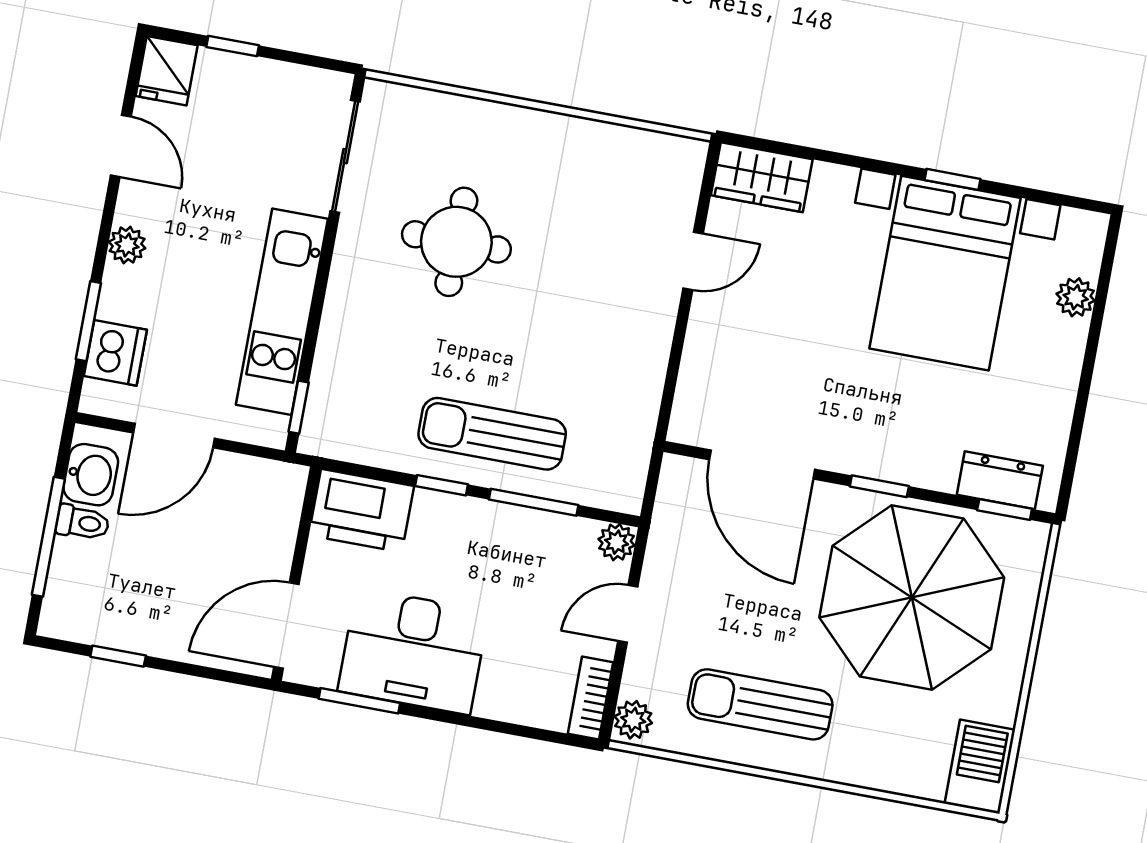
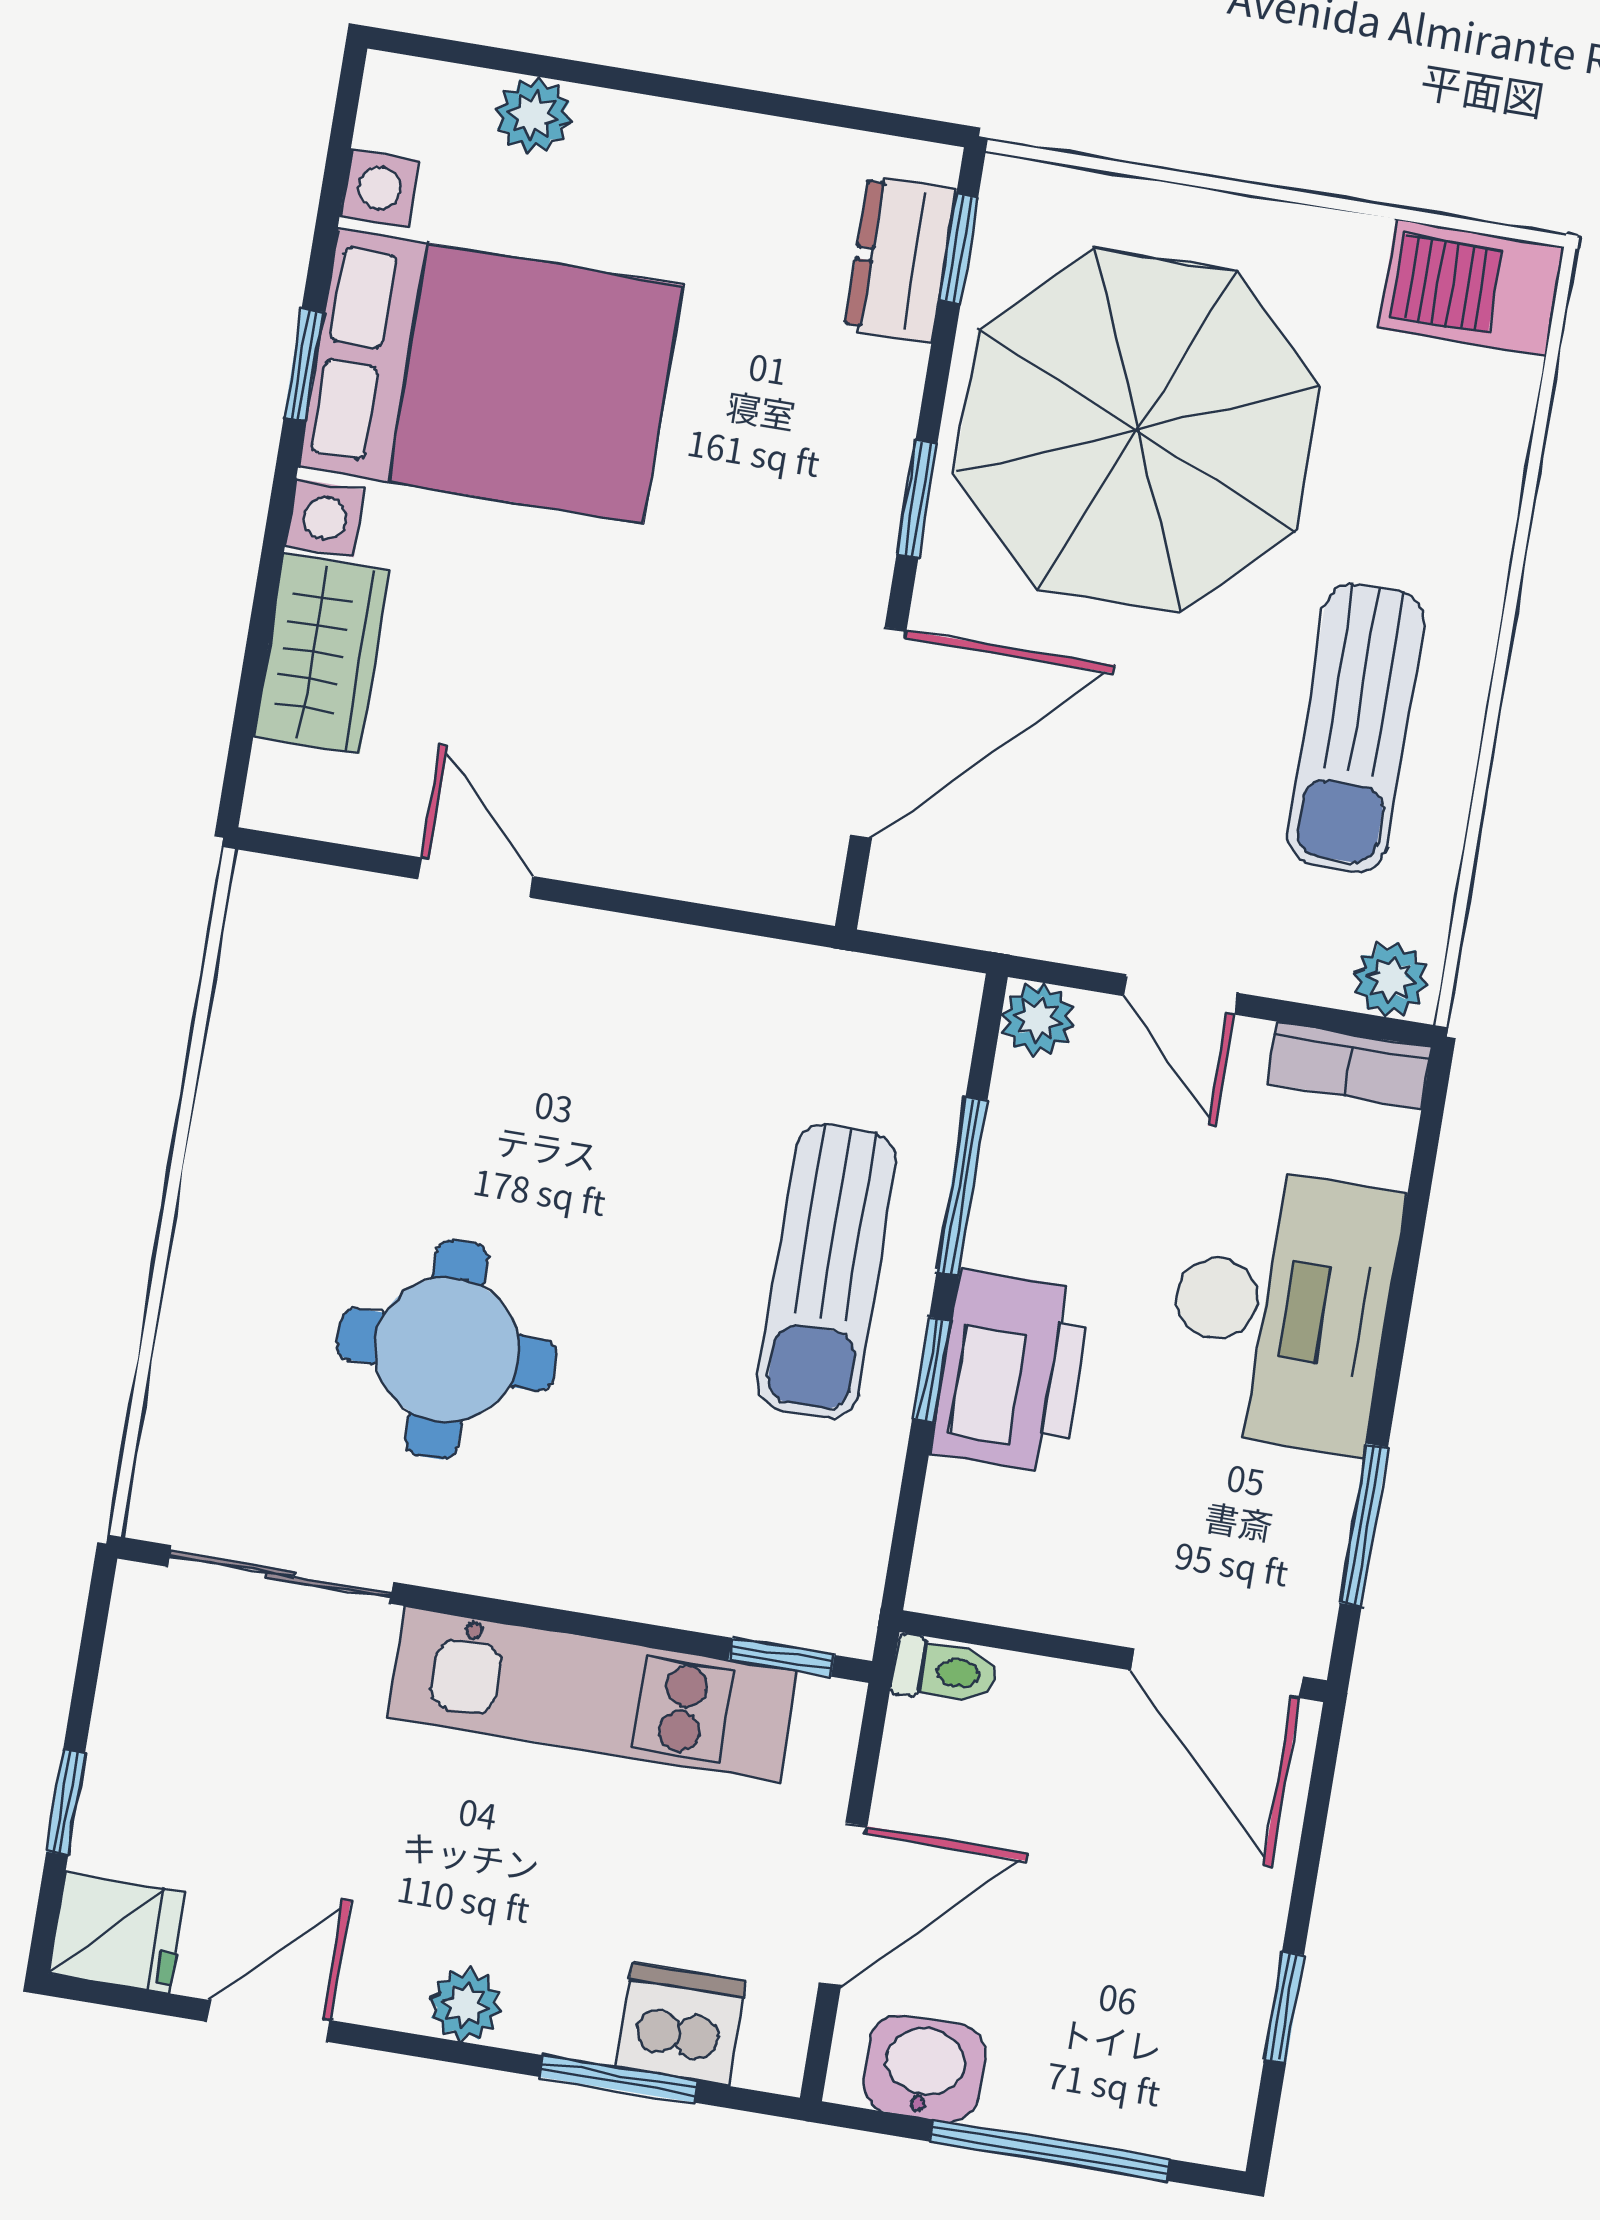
wardrobe: (762, 177) -> (322, 654), moved
door: (174, 436) -> (843, 1904), hinge flipped
printer: (361, 511) -> (1011, 1372), moved
toilet: (83, 523) -> (944, 1671), moved, turned 90
desk: (413, 651) -> (1281, 1308), moved

